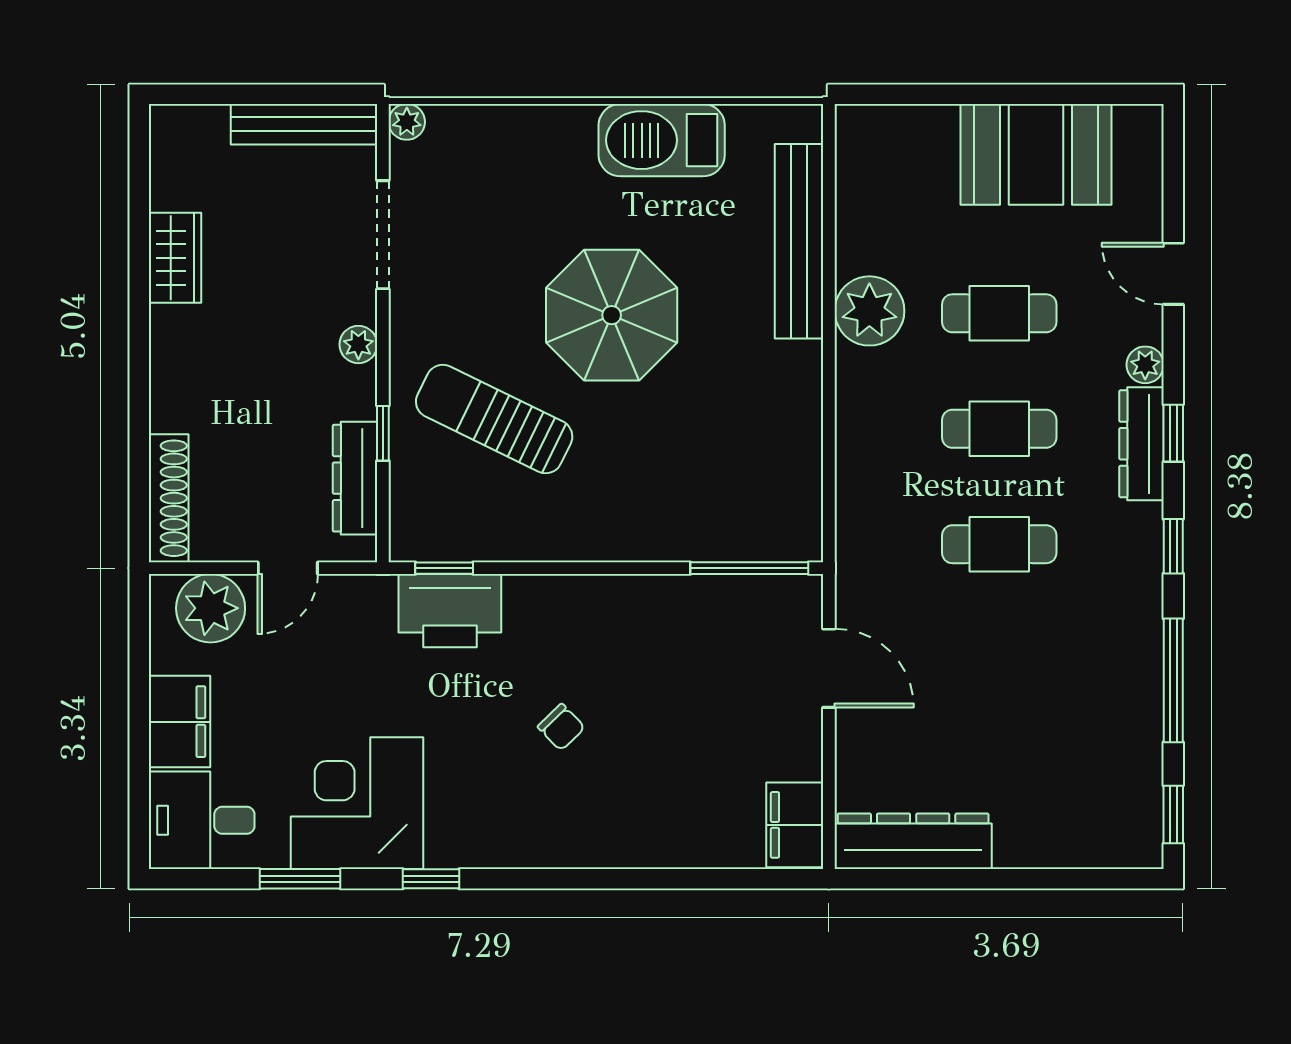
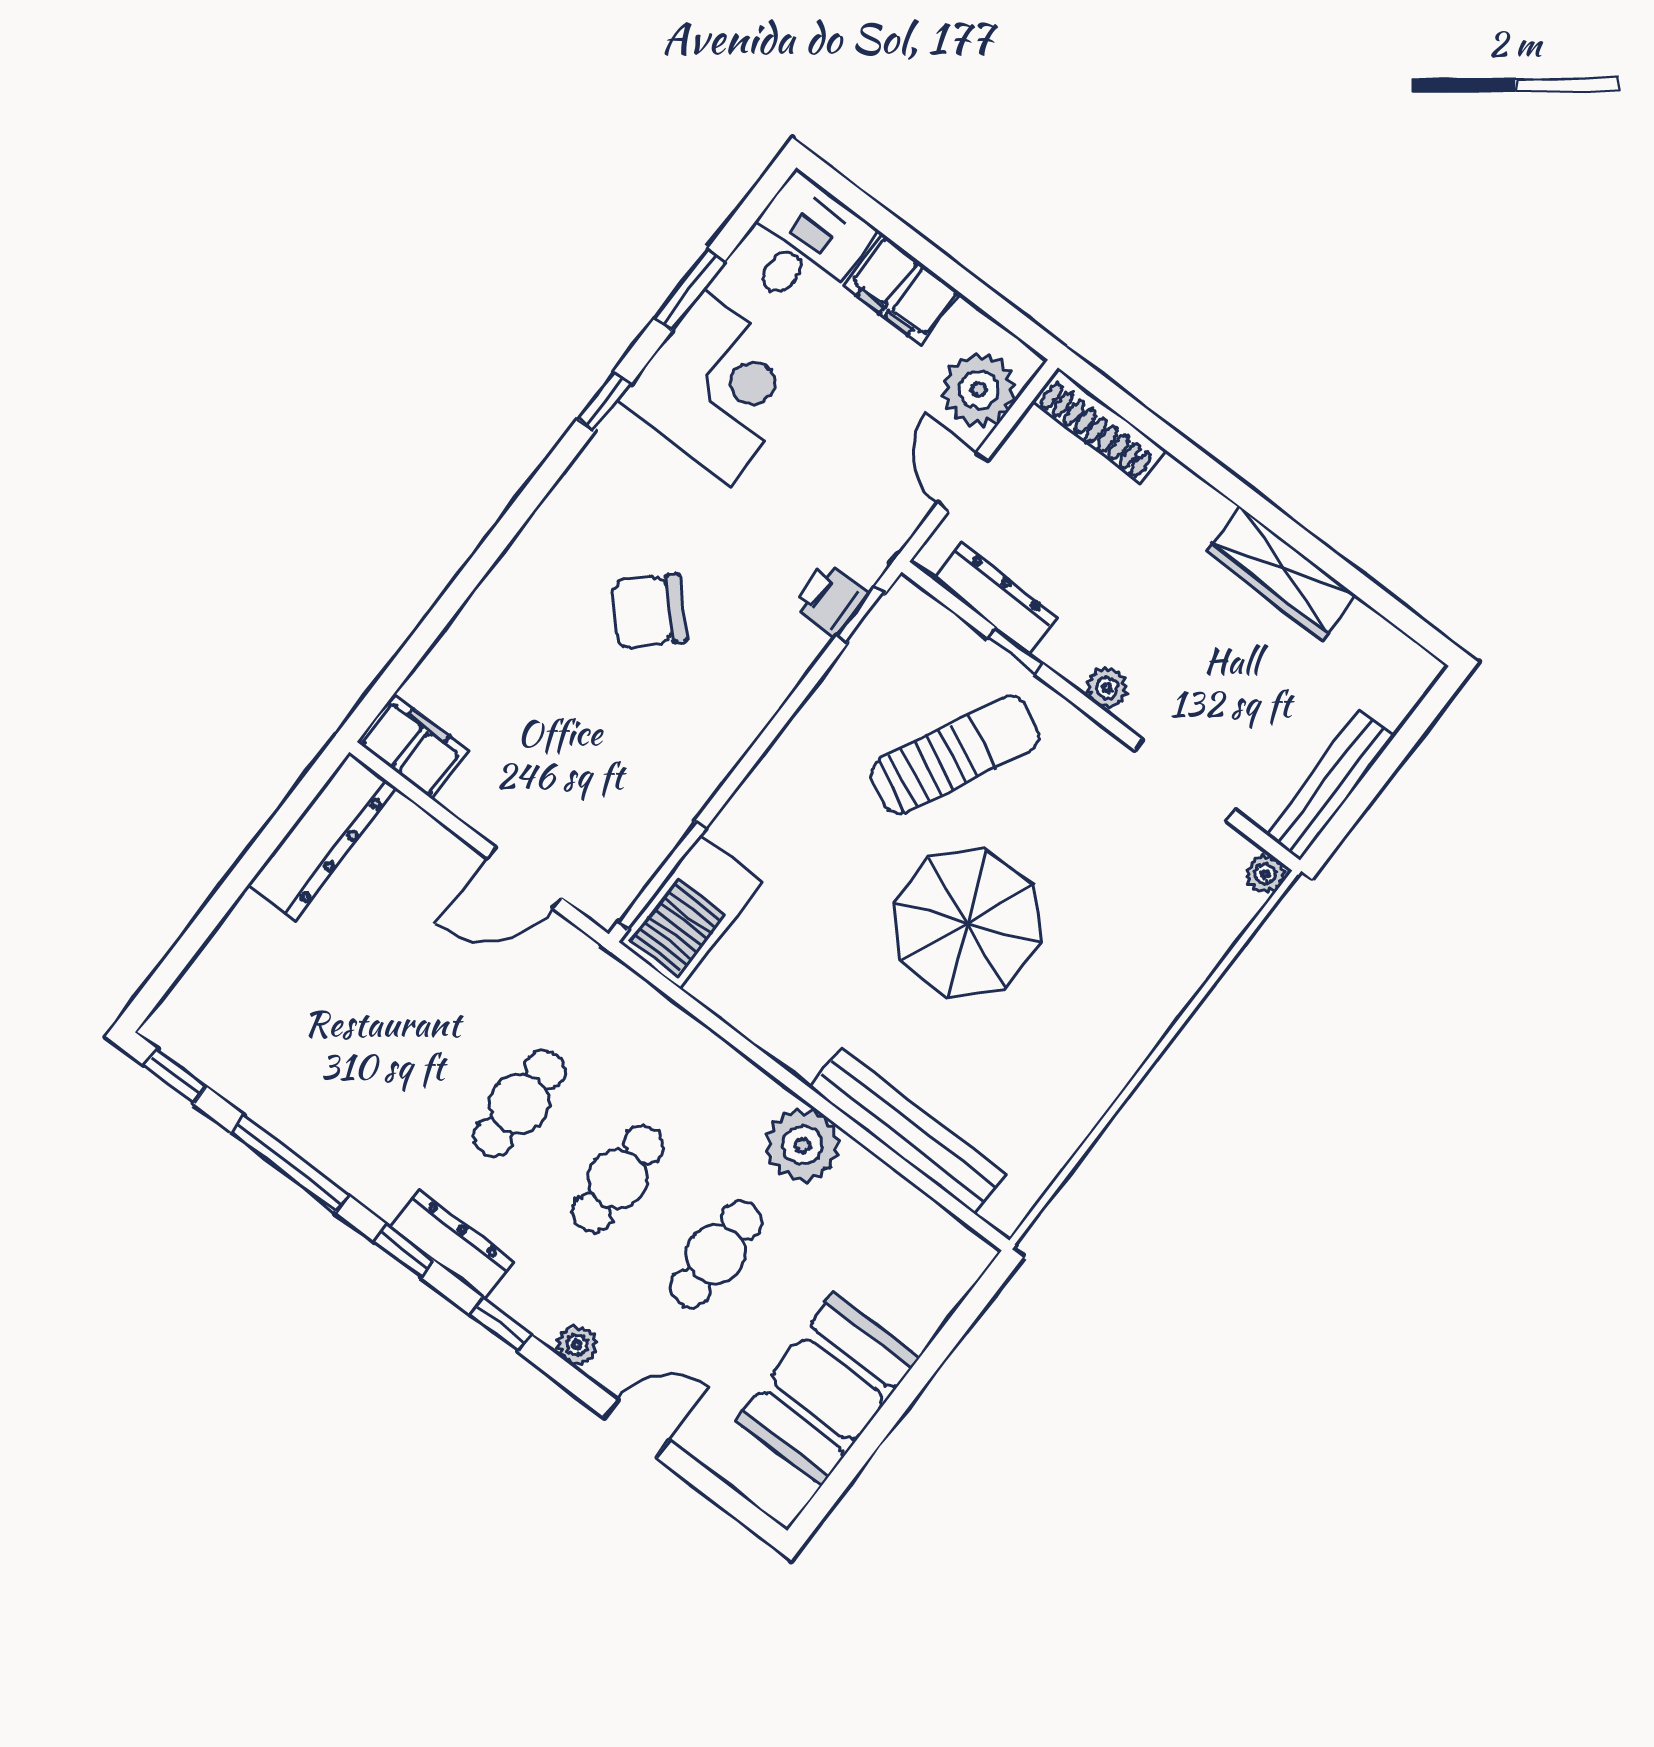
barbecue: (662, 140) -> (690, 912), moved, turned 180
wardrobe: (175, 258) -> (1281, 573), width x1.50
dresser: (1142, 444) -> (451, 1244), moved
printer: (450, 611) -> (831, 600), width x0.53, depth x0.68
chair: (561, 727) -> (649, 611), width x1.87, depth x1.87

